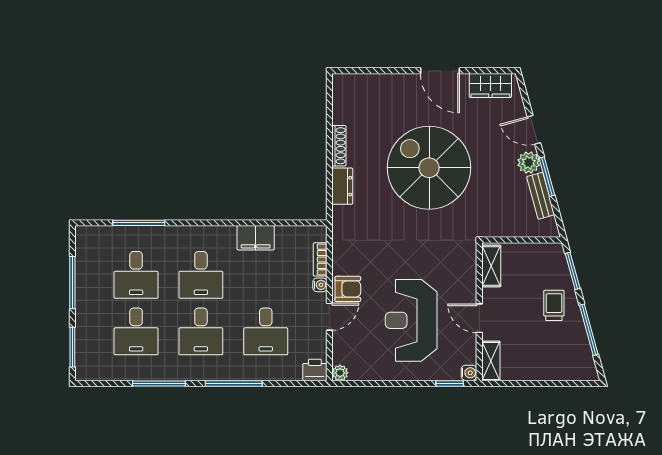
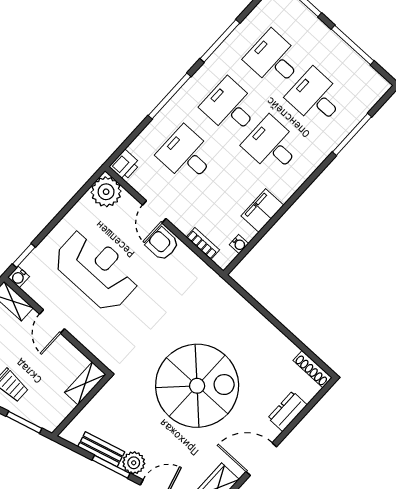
shoe rack: (339, 146) -> (312, 369), moved
dresser: (342, 186) -> (288, 411), moved, turned 90
shelving: (491, 266) -> (85, 383), moved, turned 90
water cooler: (320, 285) -> (239, 244), moved, turned -90
armchair: (348, 289) -> (162, 244), turned 90
door: (479, 318) -> (52, 321), swing flipped
plant: (340, 373) -> (106, 192), width x1.88, depth x1.88

